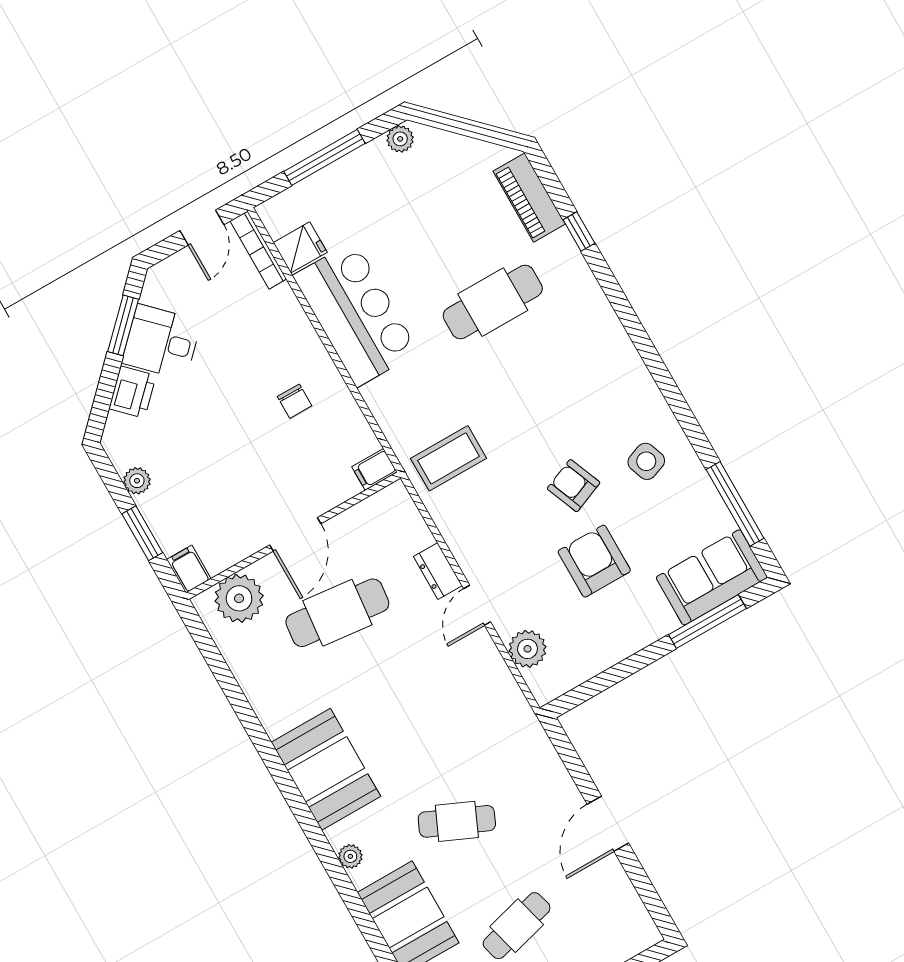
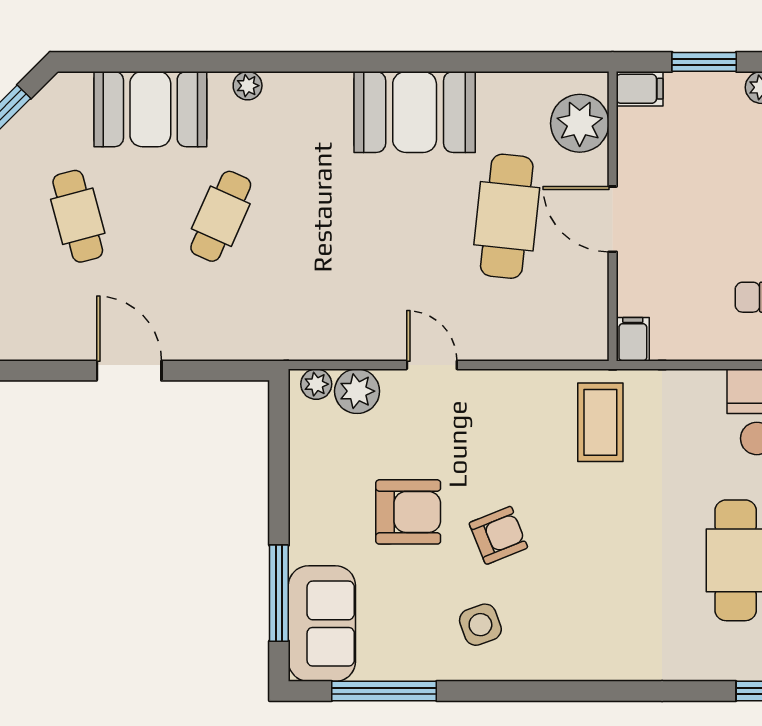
dresser: (438, 571) -> (490, 345), removed
plant: (539, 682) -> (316, 384), added
booth: (326, 769) -> (415, 112), moved

